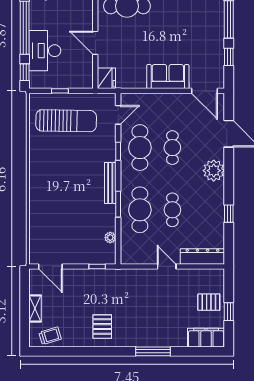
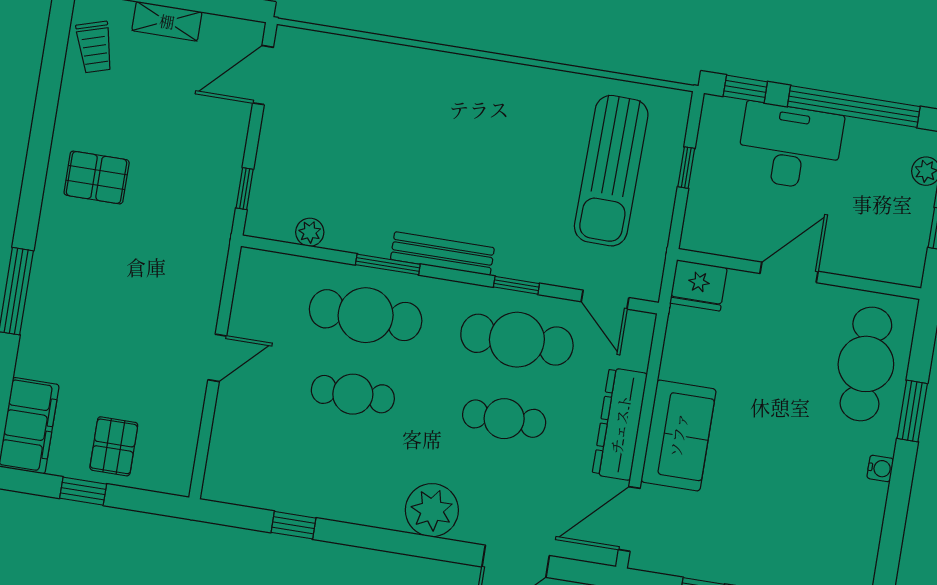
window: (229, 214) -> (294, 525), moved
dresser: (202, 256) -> (620, 424), moved, turned 180

